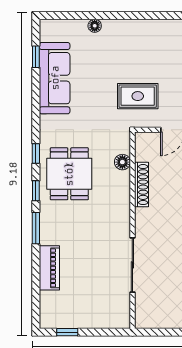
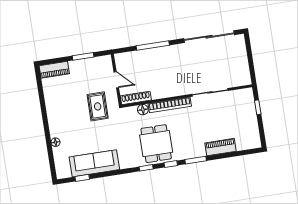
dining table: (69, 174) -> (156, 144), turned 90
shoe rack: (141, 185) -> (136, 98), moved
bookcase: (123, 203) -> (170, 105), added
window: (67, 332) -> (258, 107), moved

